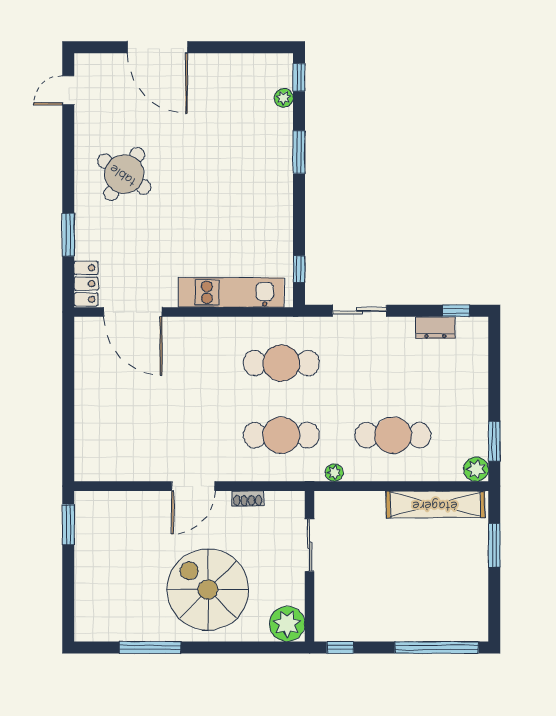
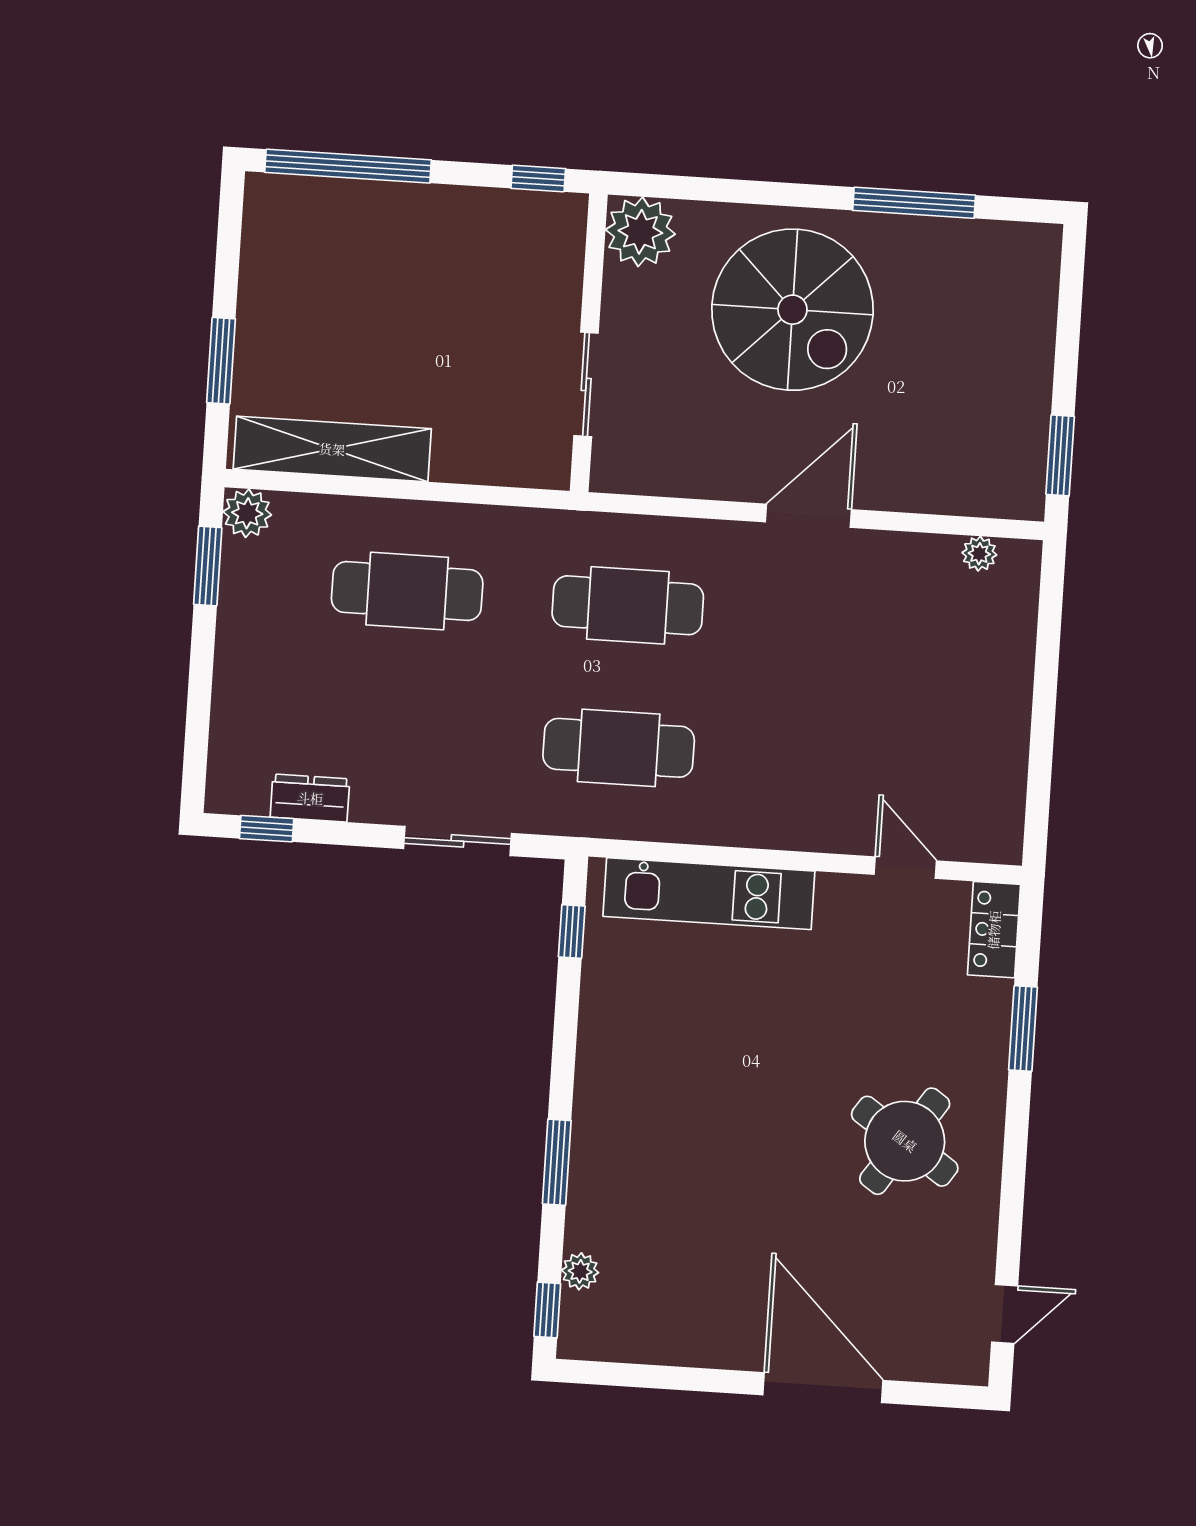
door: (133, 312) -> (905, 868), width x0.53
plant: (334, 473) -> (979, 554), moved
shoe rack: (248, 499) -> (702, 484), removed

